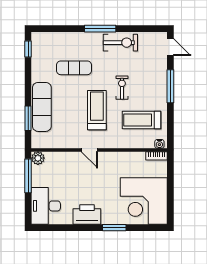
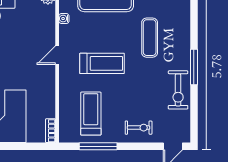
window: (170, 86) -> (98, 146), moved
exercise bike: (122, 88) -> (139, 128), moved
water cooler: (159, 144) -> (64, 19), moved

